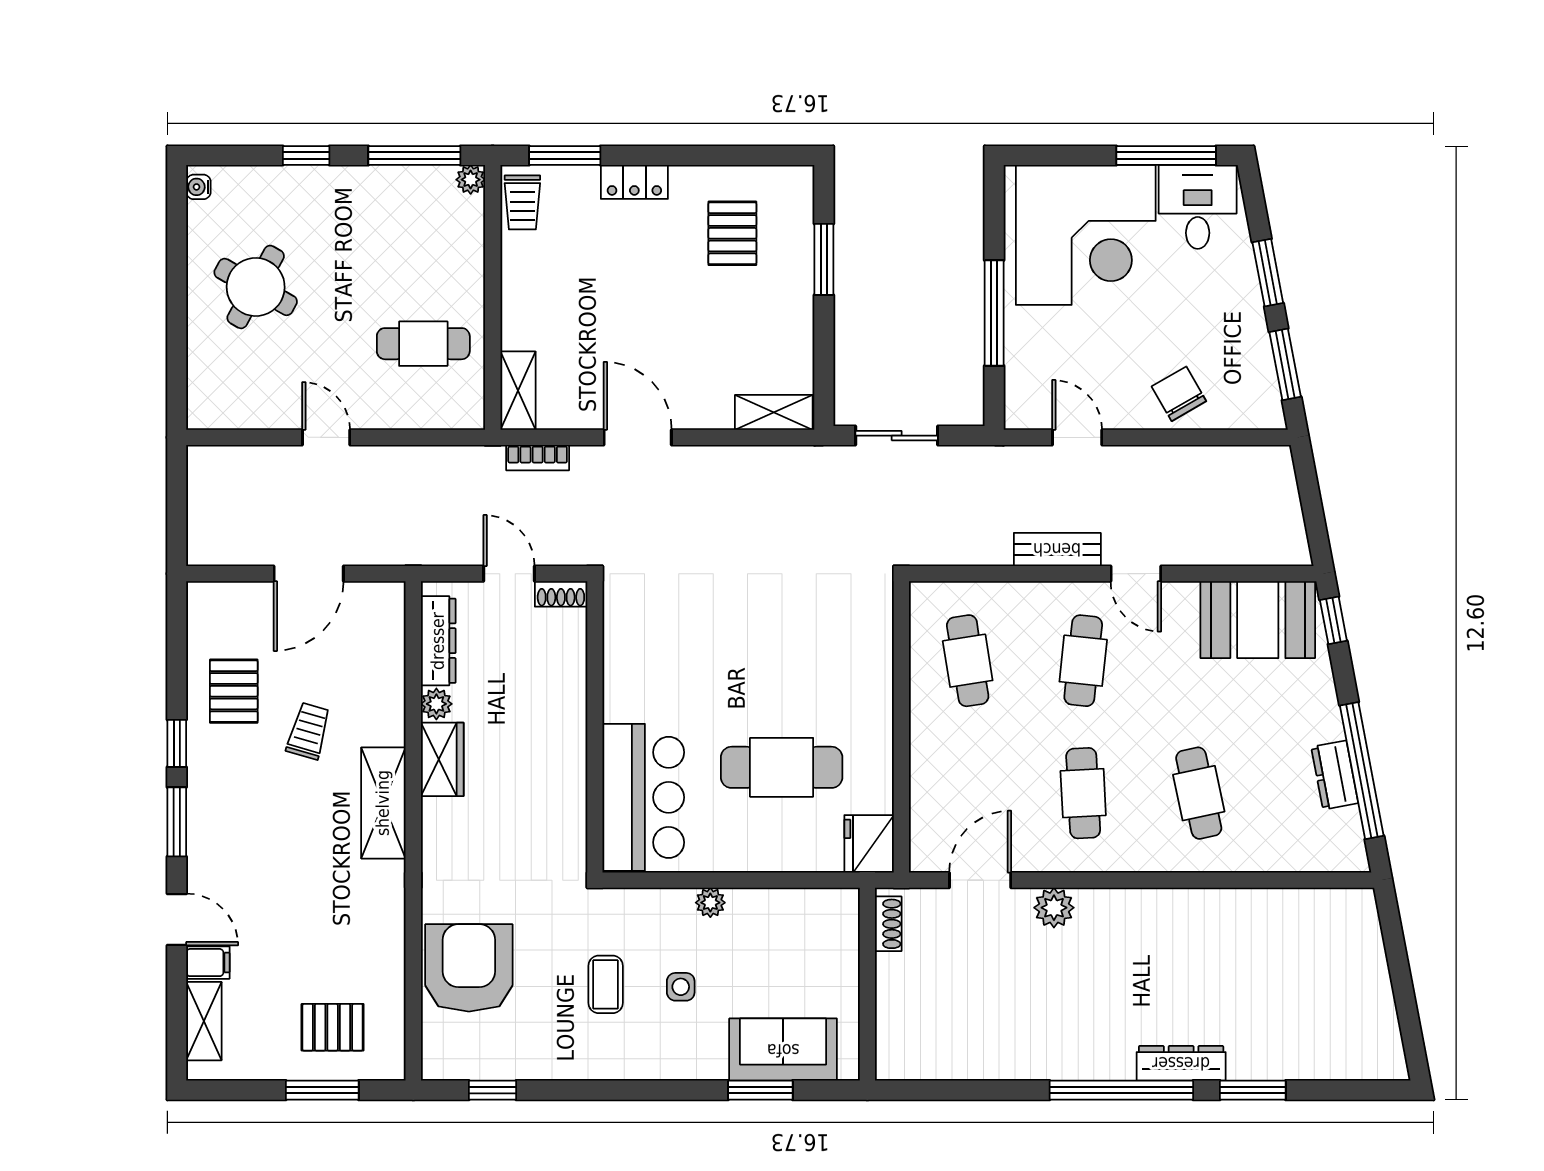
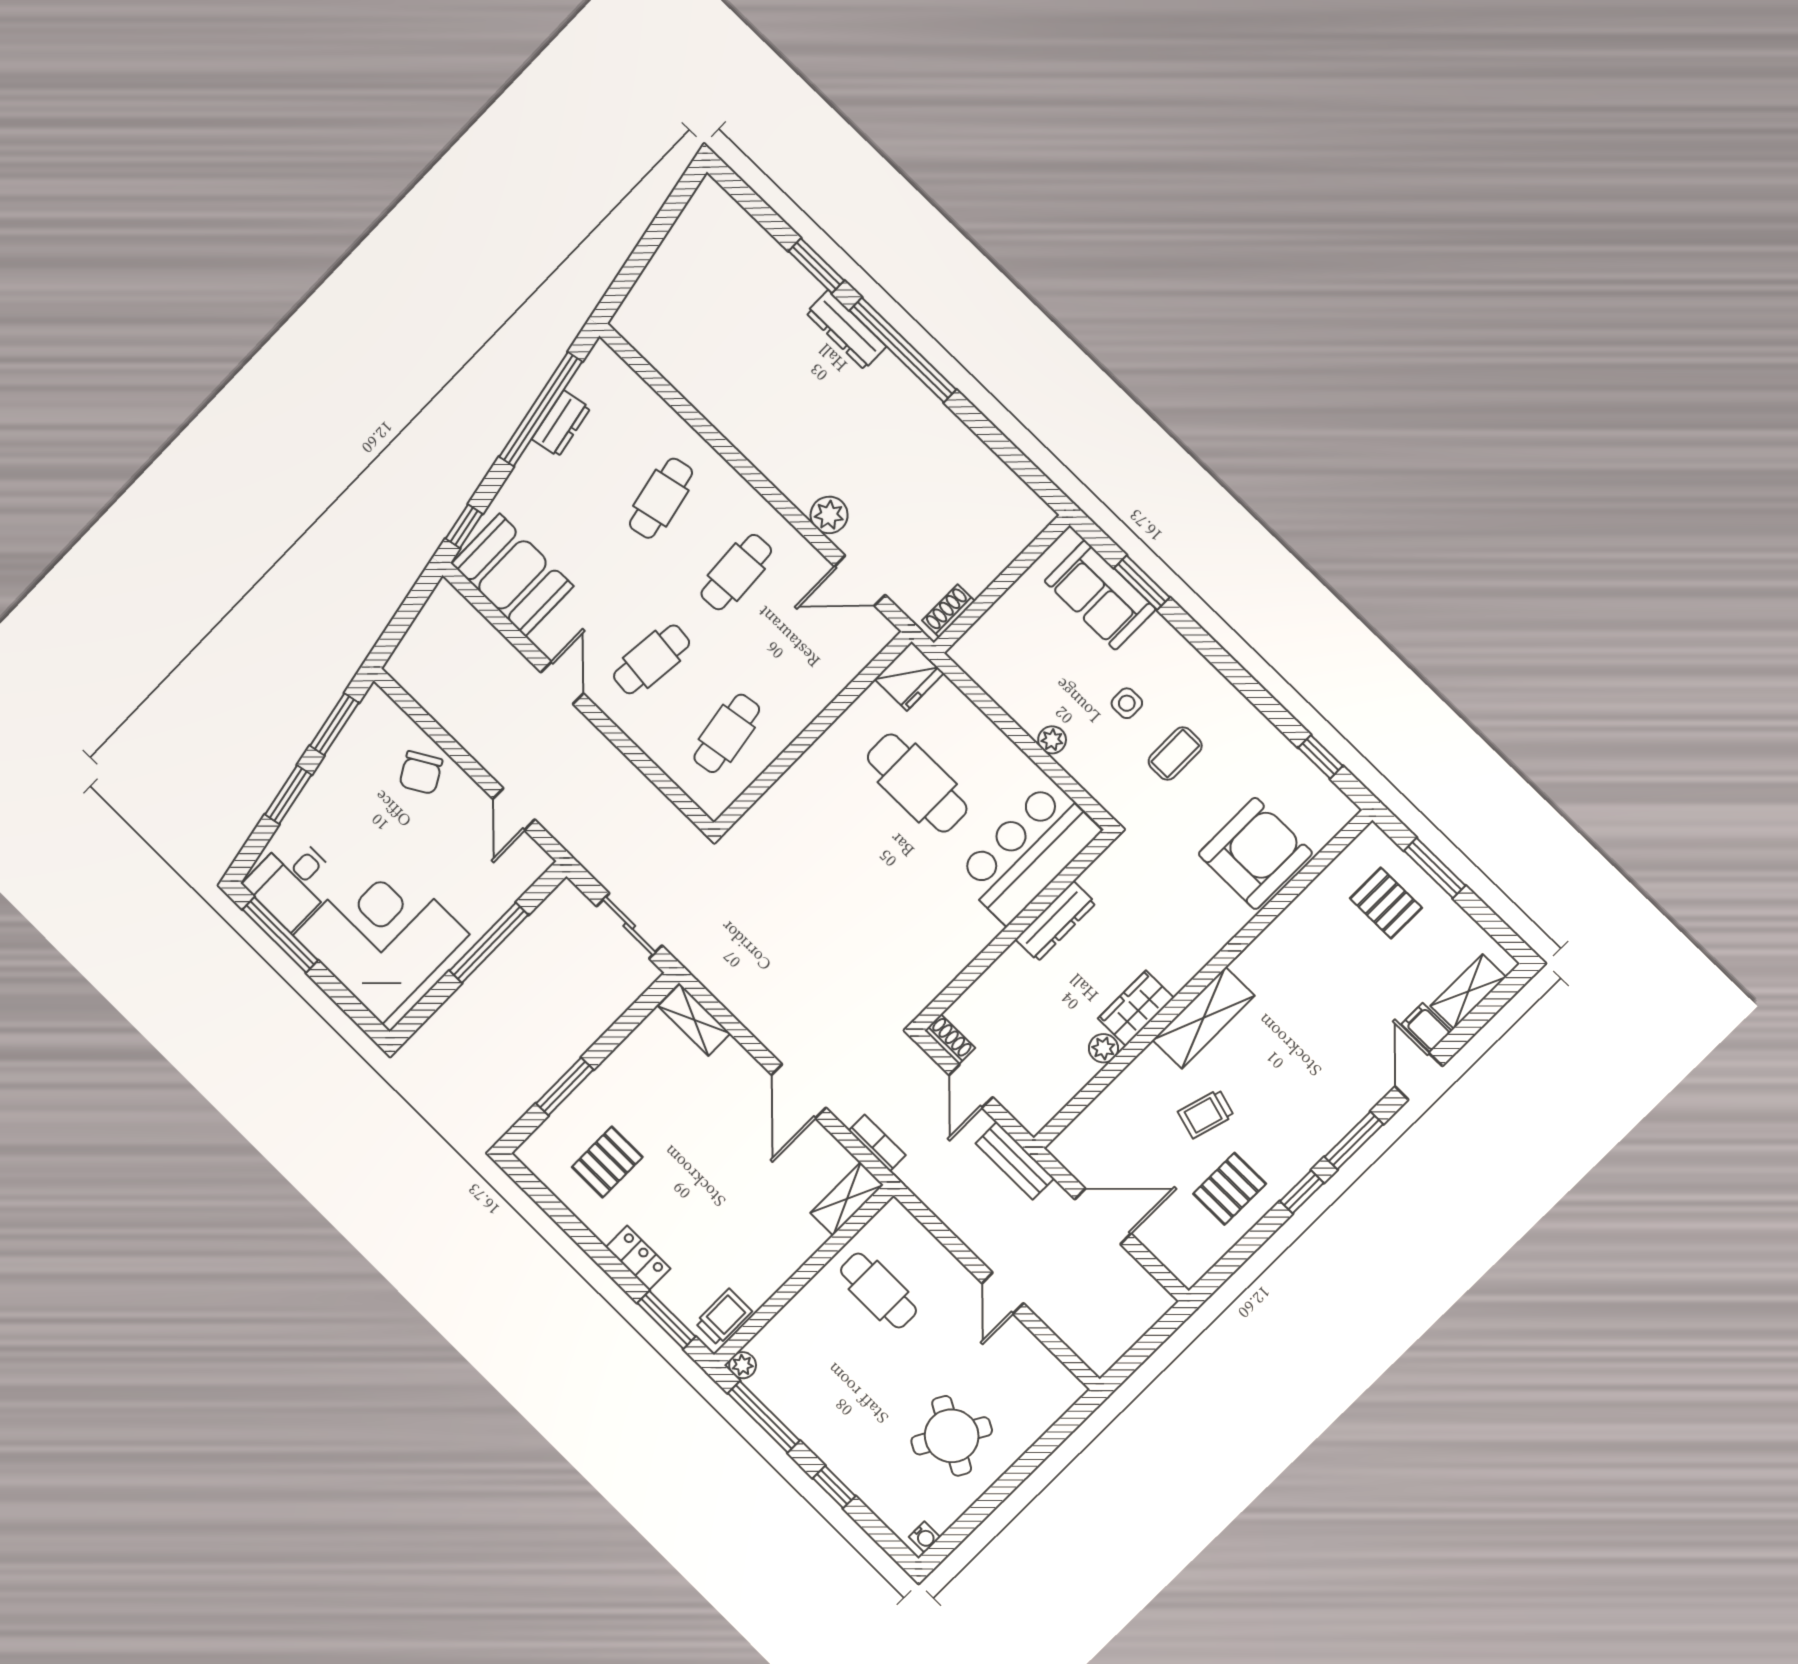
bench: (1057, 549) -> (1015, 1161), moved
dresser: (438, 641) -> (1056, 921), moved, turned 180
armchair: (469, 968) -> (1255, 853), turned 180

